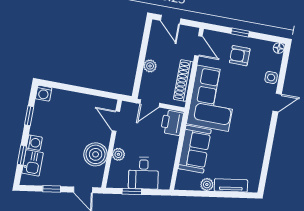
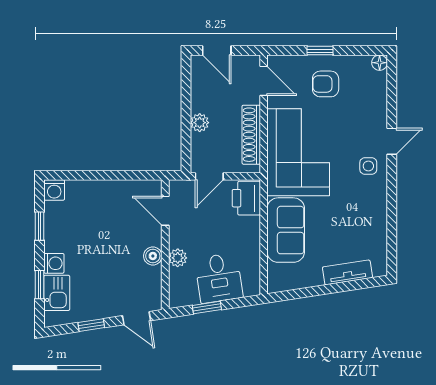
side table: (271, 77) -> (368, 166), moved
boiler: (96, 154) -> (153, 256), width x0.54, depth x0.54
plant: (207, 185) -> (313, 278), removed

